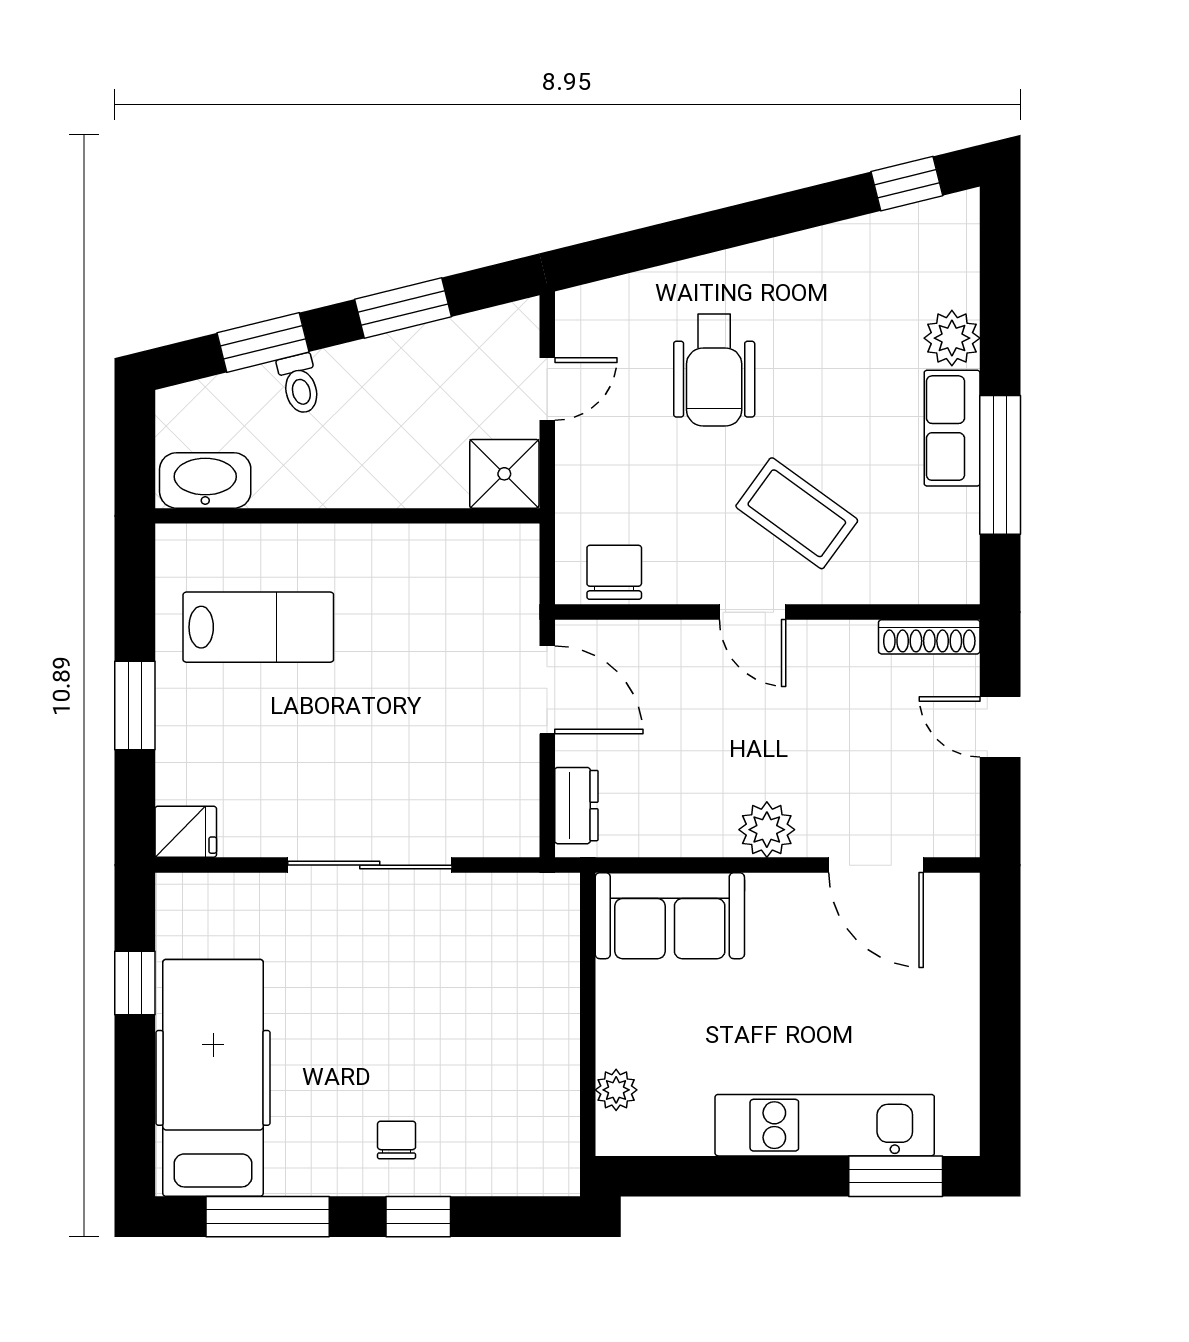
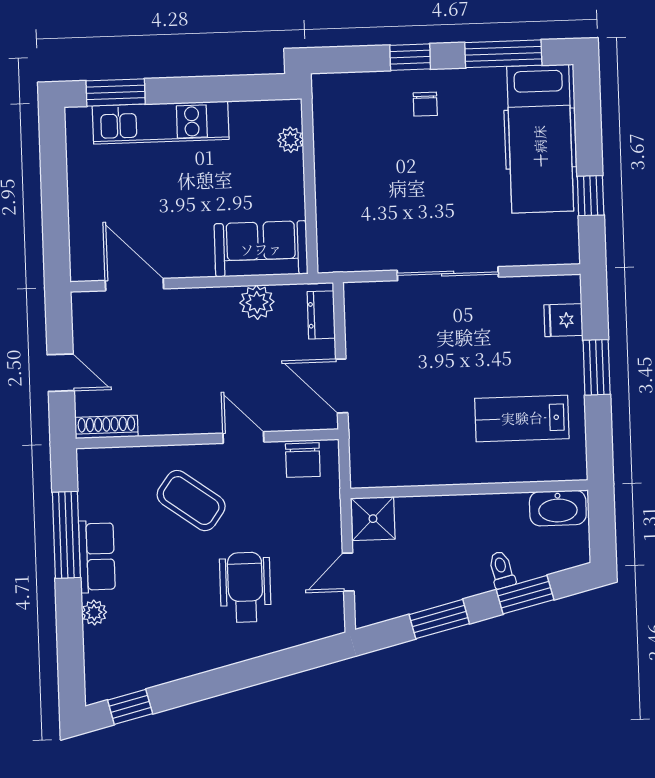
plant: (952, 338) -> (94, 612), width x0.73, depth x0.73
door: (753, 612) -> (243, 438), moved
plant: (767, 830) -> (257, 302), moved
fridge: (186, 832) -> (563, 320), moved

